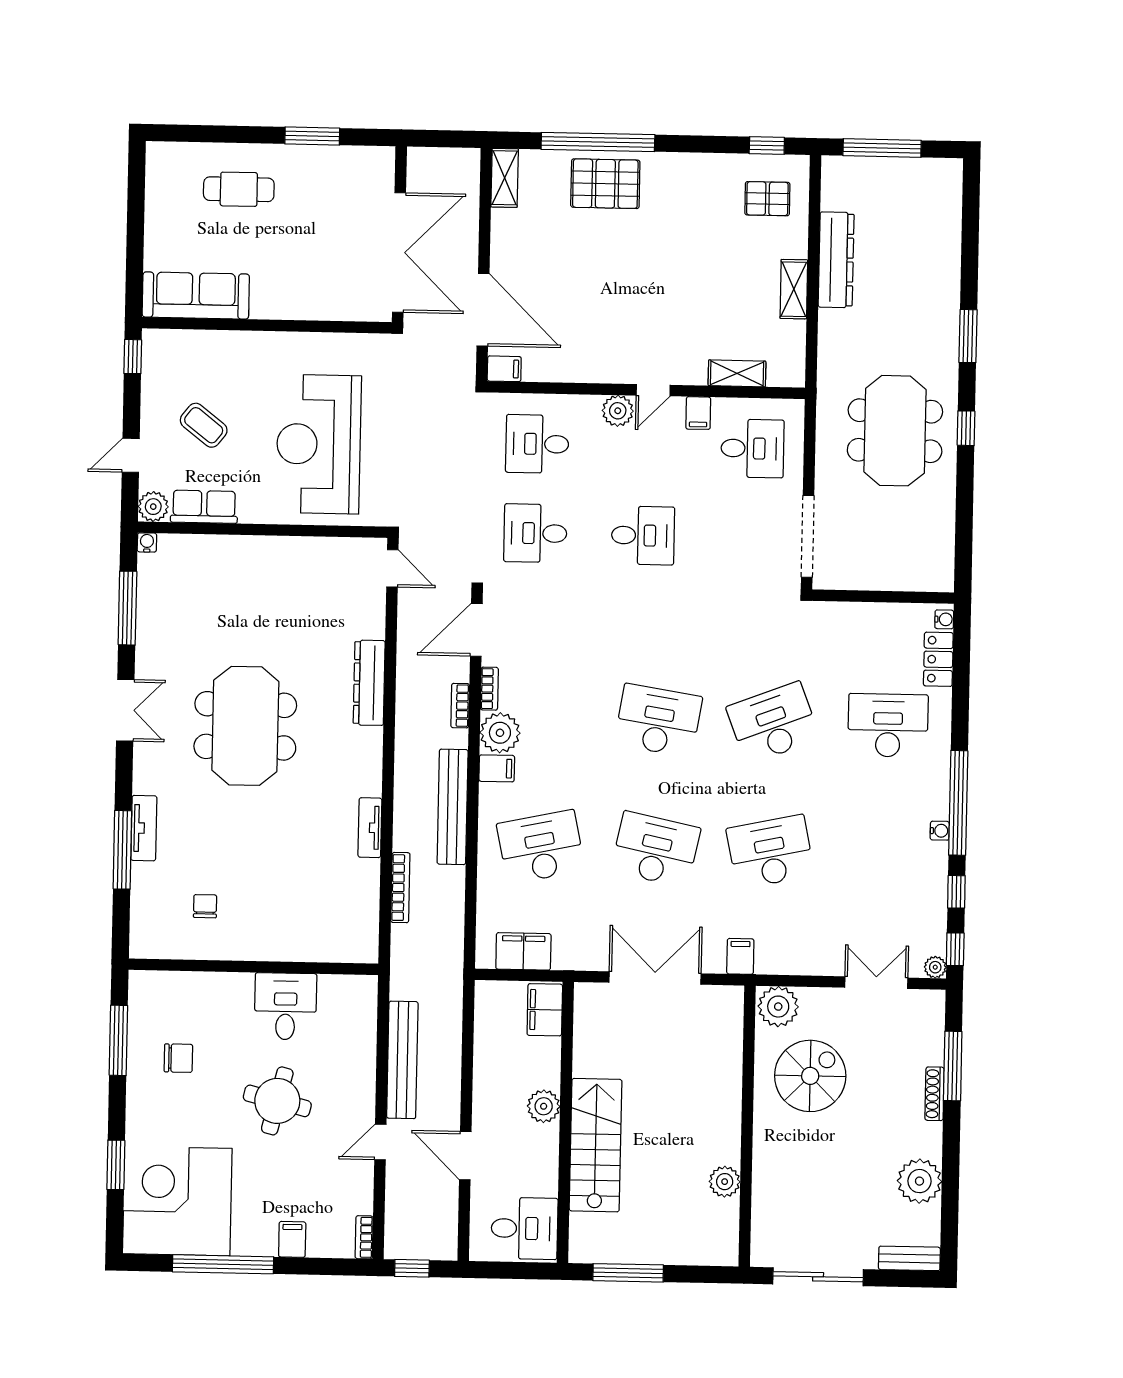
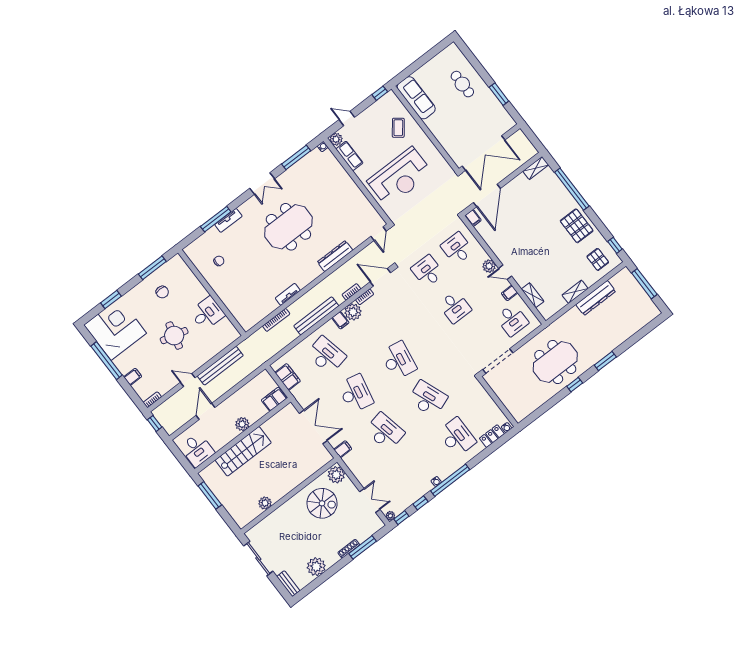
pallet: (605, 184) -> (577, 226), moved
coffee table: (204, 425) -> (398, 128), moved
reception desk: (319, 444) -> (400, 177), turned 180

